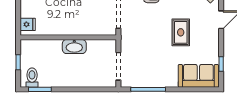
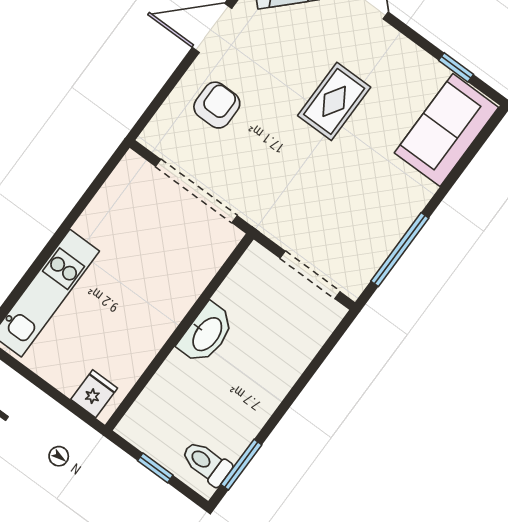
rug: (181, 32) -> (334, 101), turned 90

